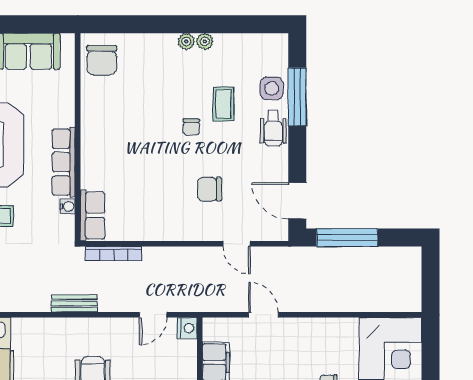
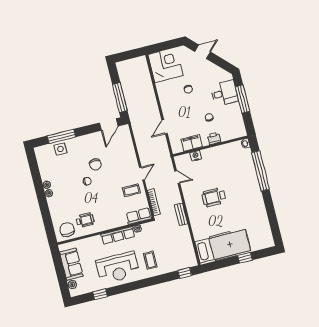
chair: (102, 60) -> (67, 230), turned -90
coffee table: (223, 104) -> (131, 190), moved
wheelchair: (273, 128) -> (85, 220), moved
chair: (209, 189) -> (95, 164), moved
door: (237, 244) -> (142, 174), moved
nightstand: (187, 328) -> (196, 156), moved

